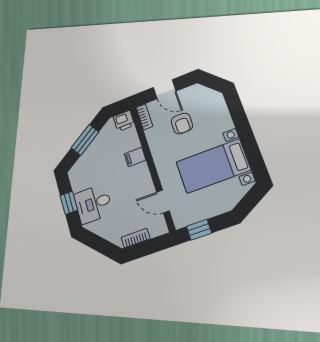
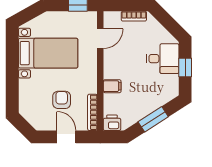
bookcase: (144, 117) -> (92, 112), width x1.56
door: (163, 202) -> (100, 39), hinge flipped

